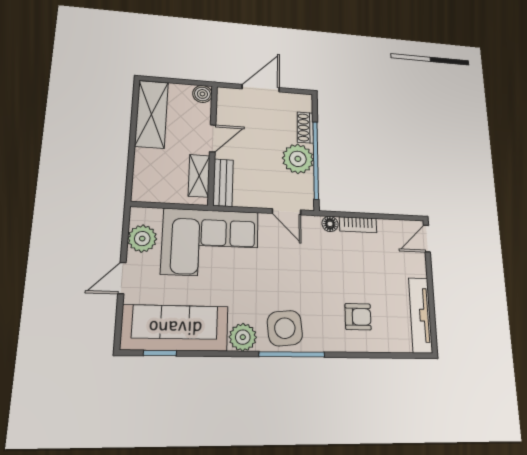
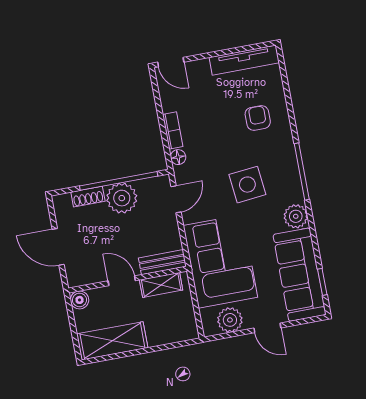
side table: (285, 328) -> (247, 185), moved

